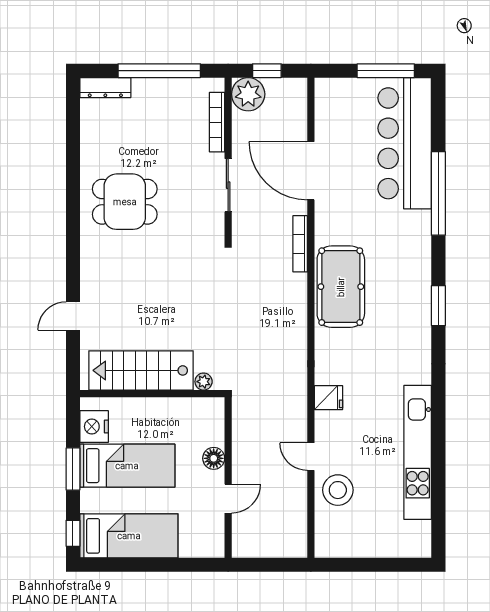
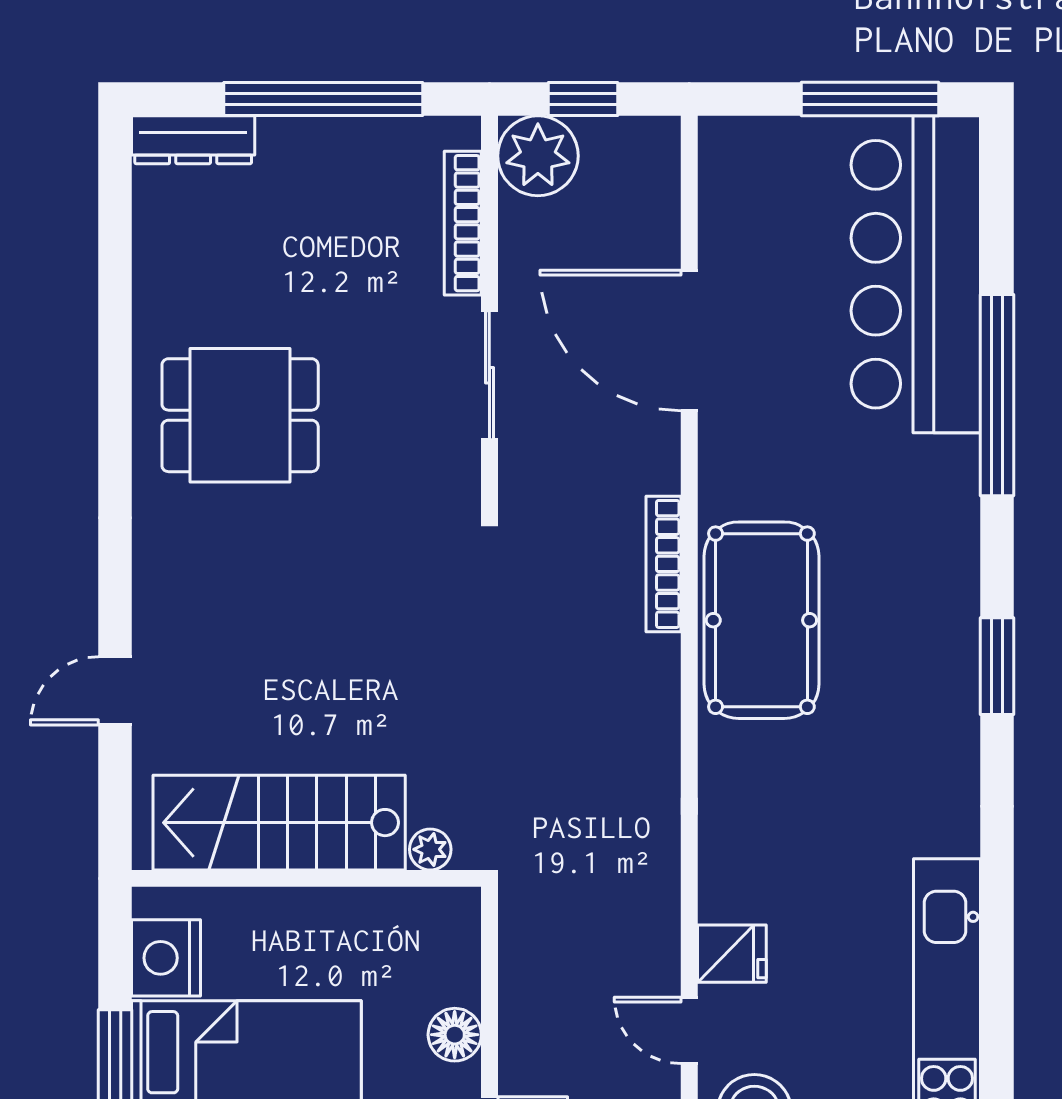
bookcase: (300, 244) -> (663, 564), moved
fridge: (329, 398) -> (732, 954), moved

